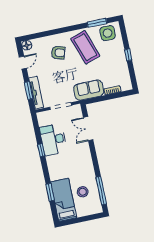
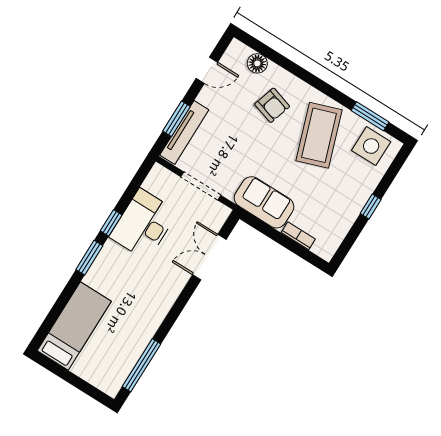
floor lamp: (27, 45) -> (257, 63), moved
window: (50, 192) -> (89, 258), moved
stool: (83, 192) -> (113, 341), removed

